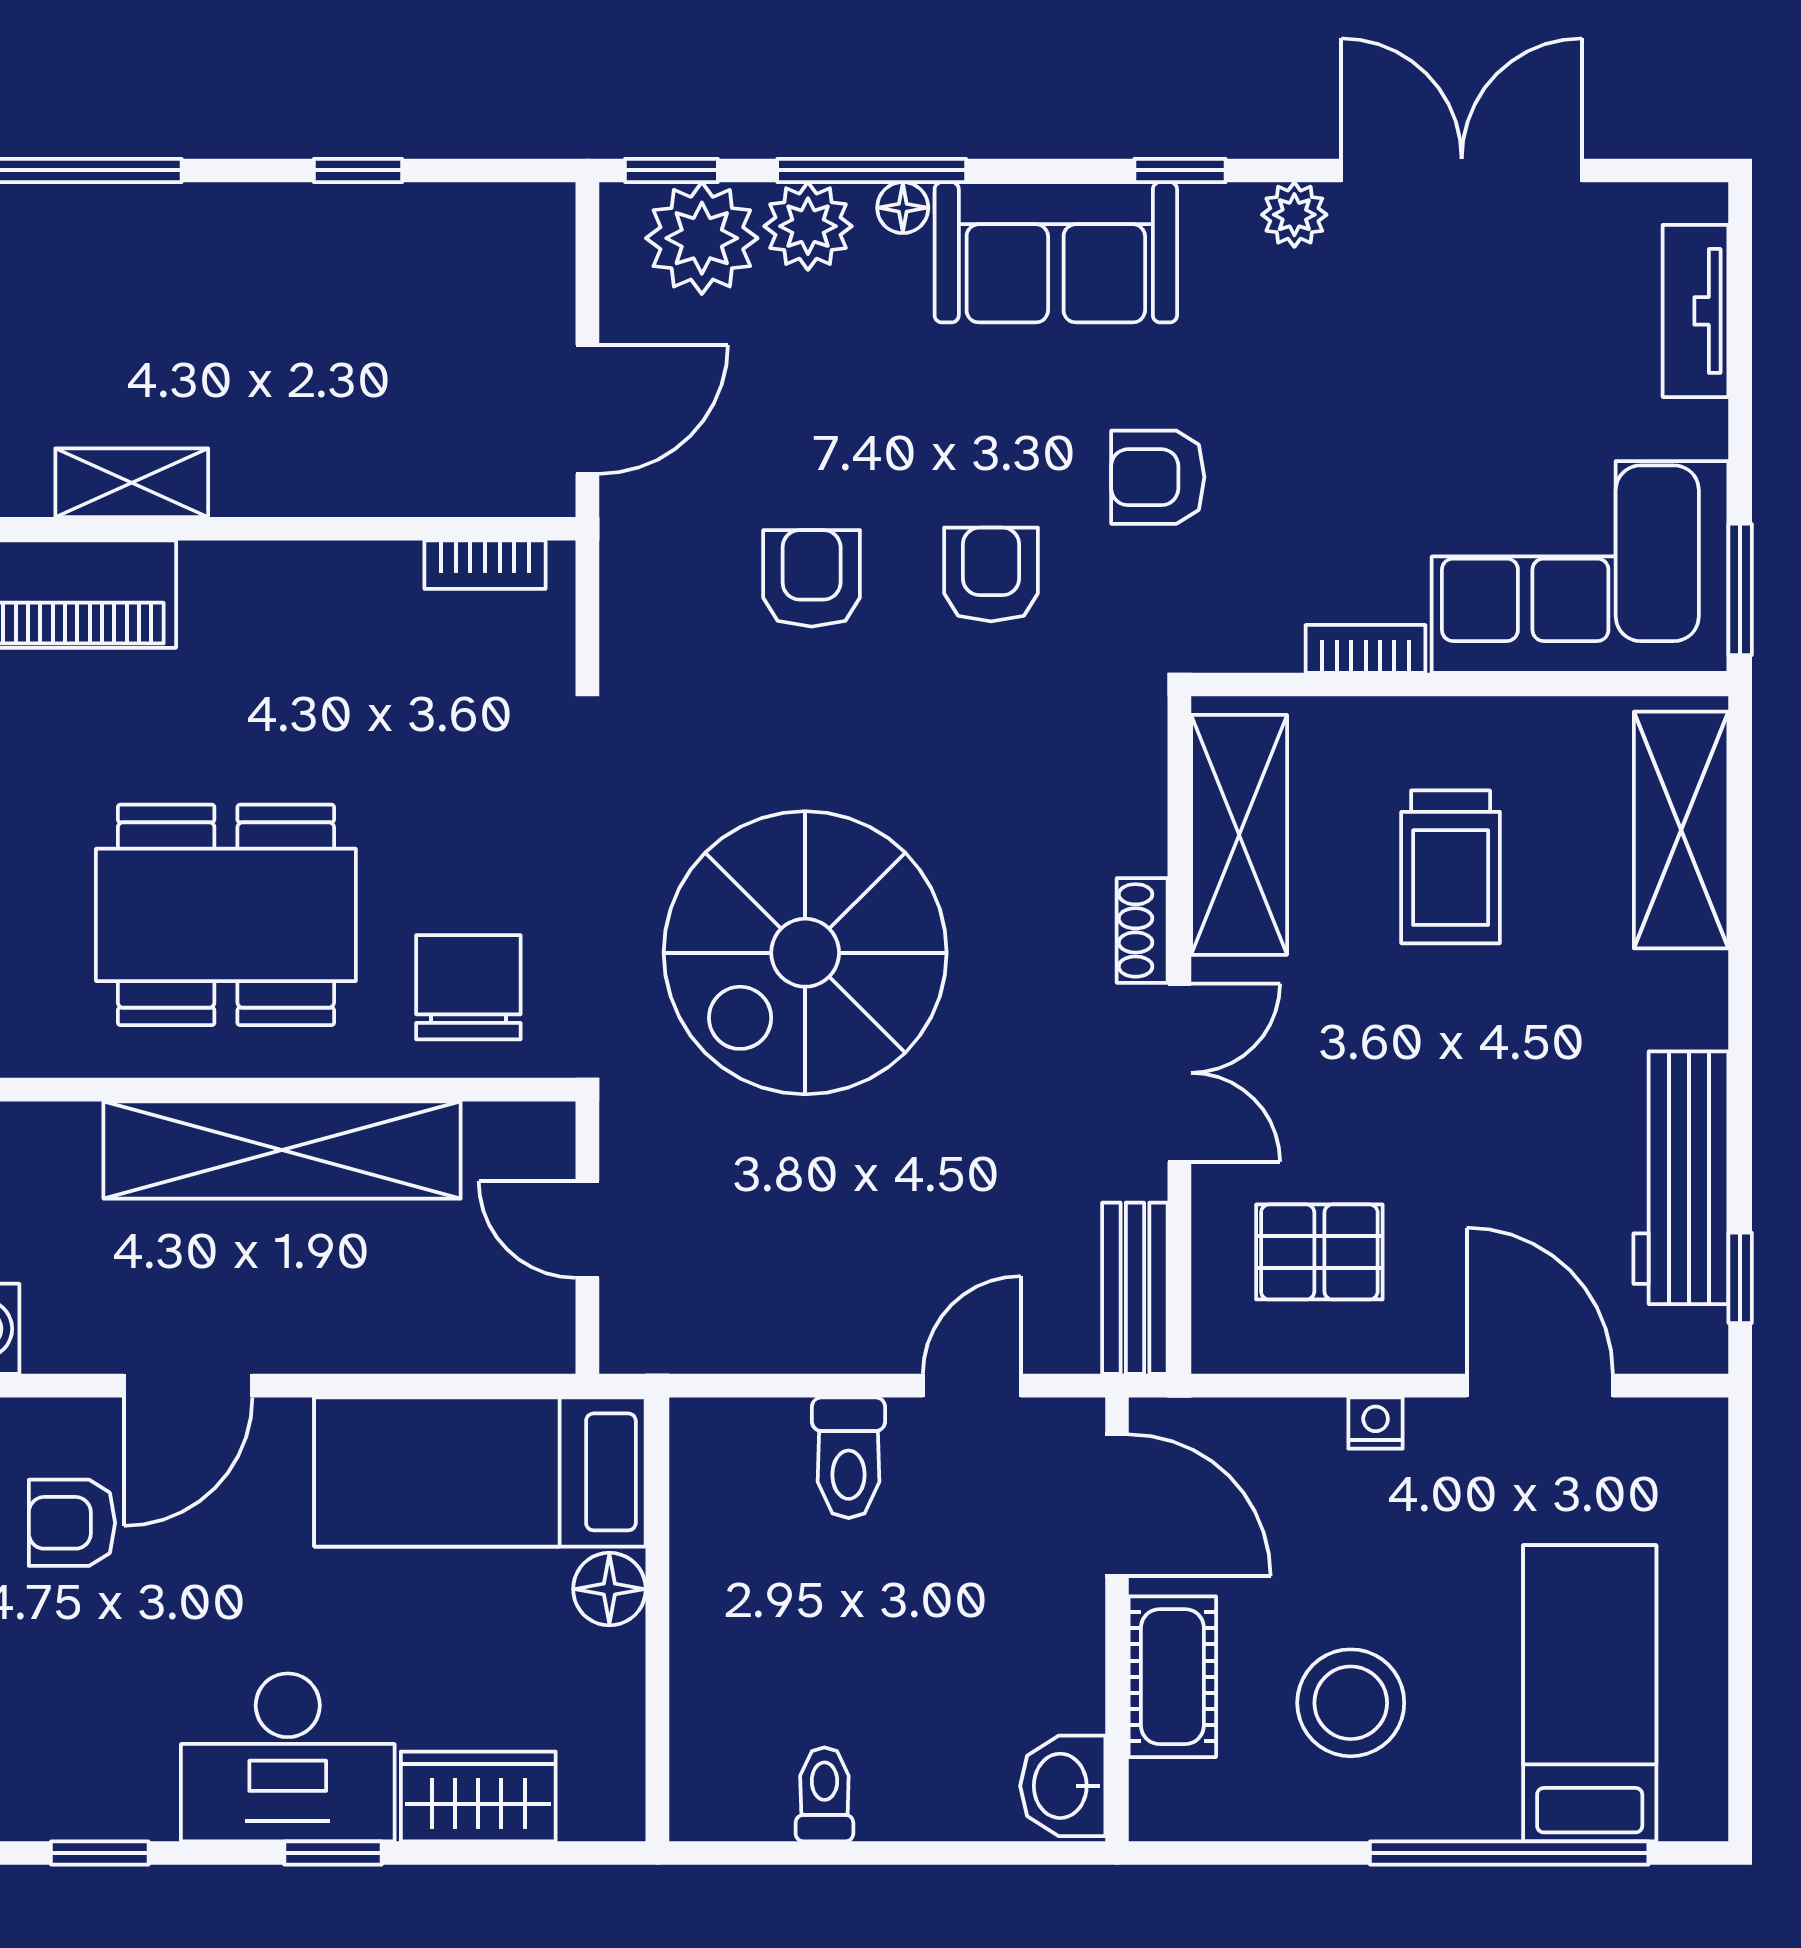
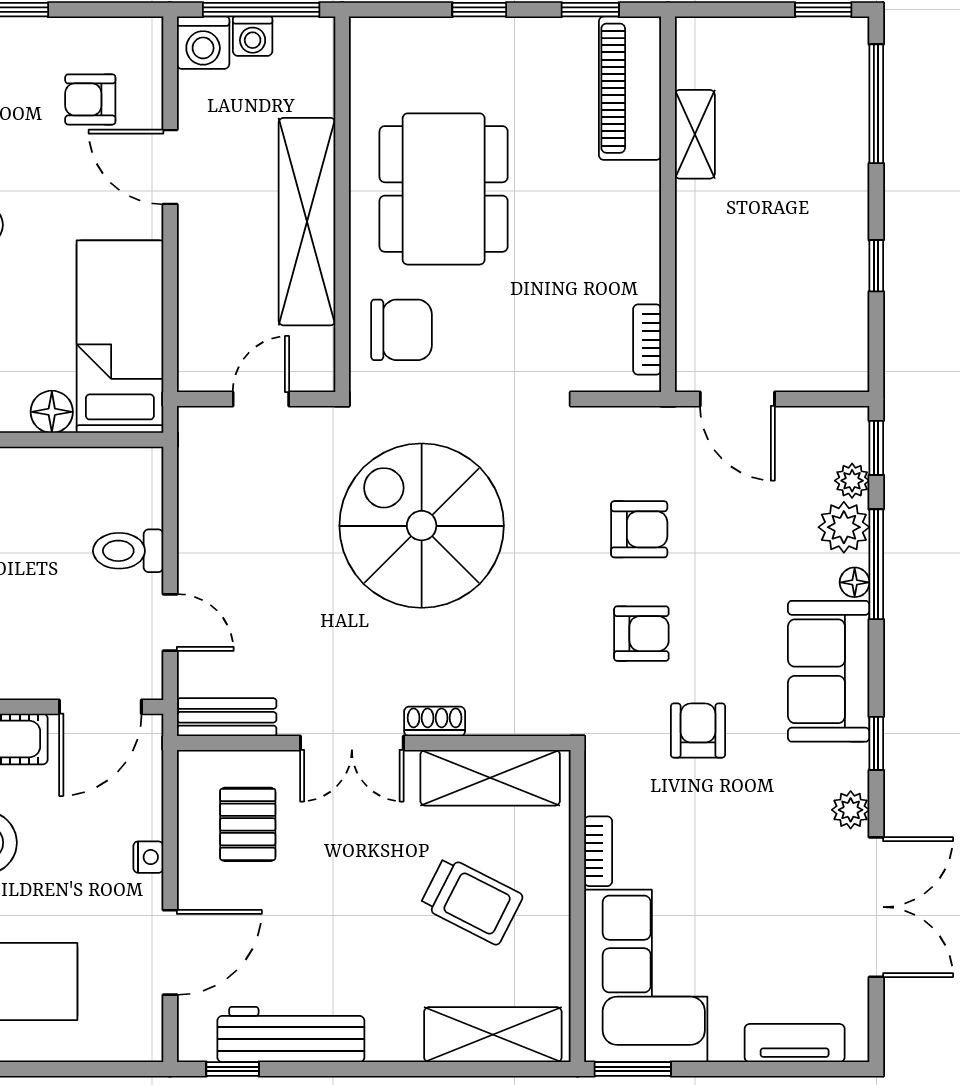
plant: (702, 238) -> (852, 481), width x0.53, depth x0.53
trolley: (1451, 867) -> (472, 901), turned -153
armchair: (72, 1523) -> (90, 99), turned -90

